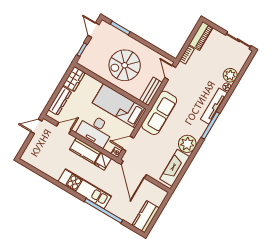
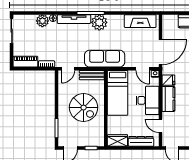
plant: (187, 144) -> (99, 22), moved

